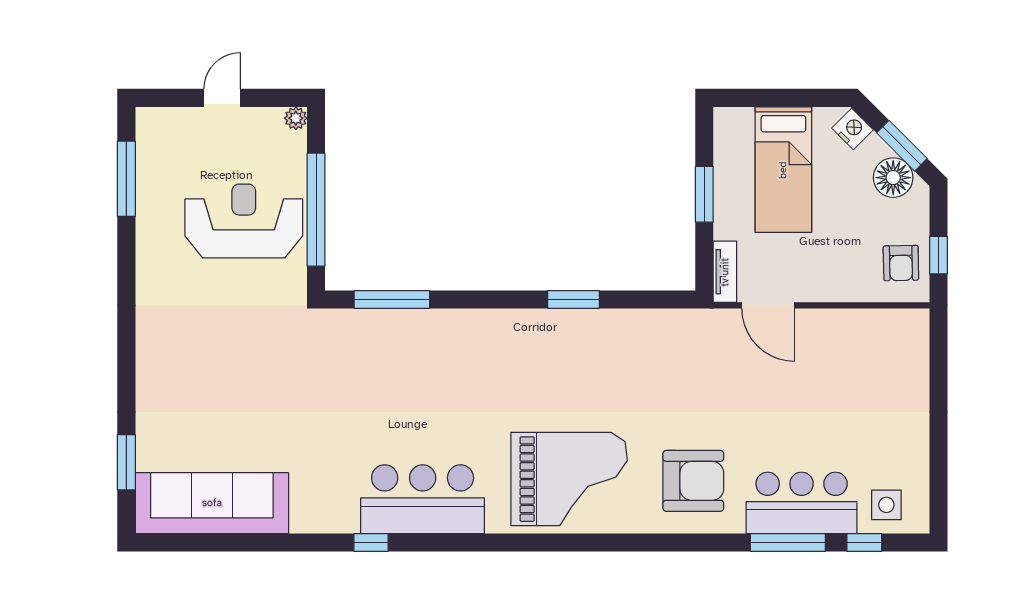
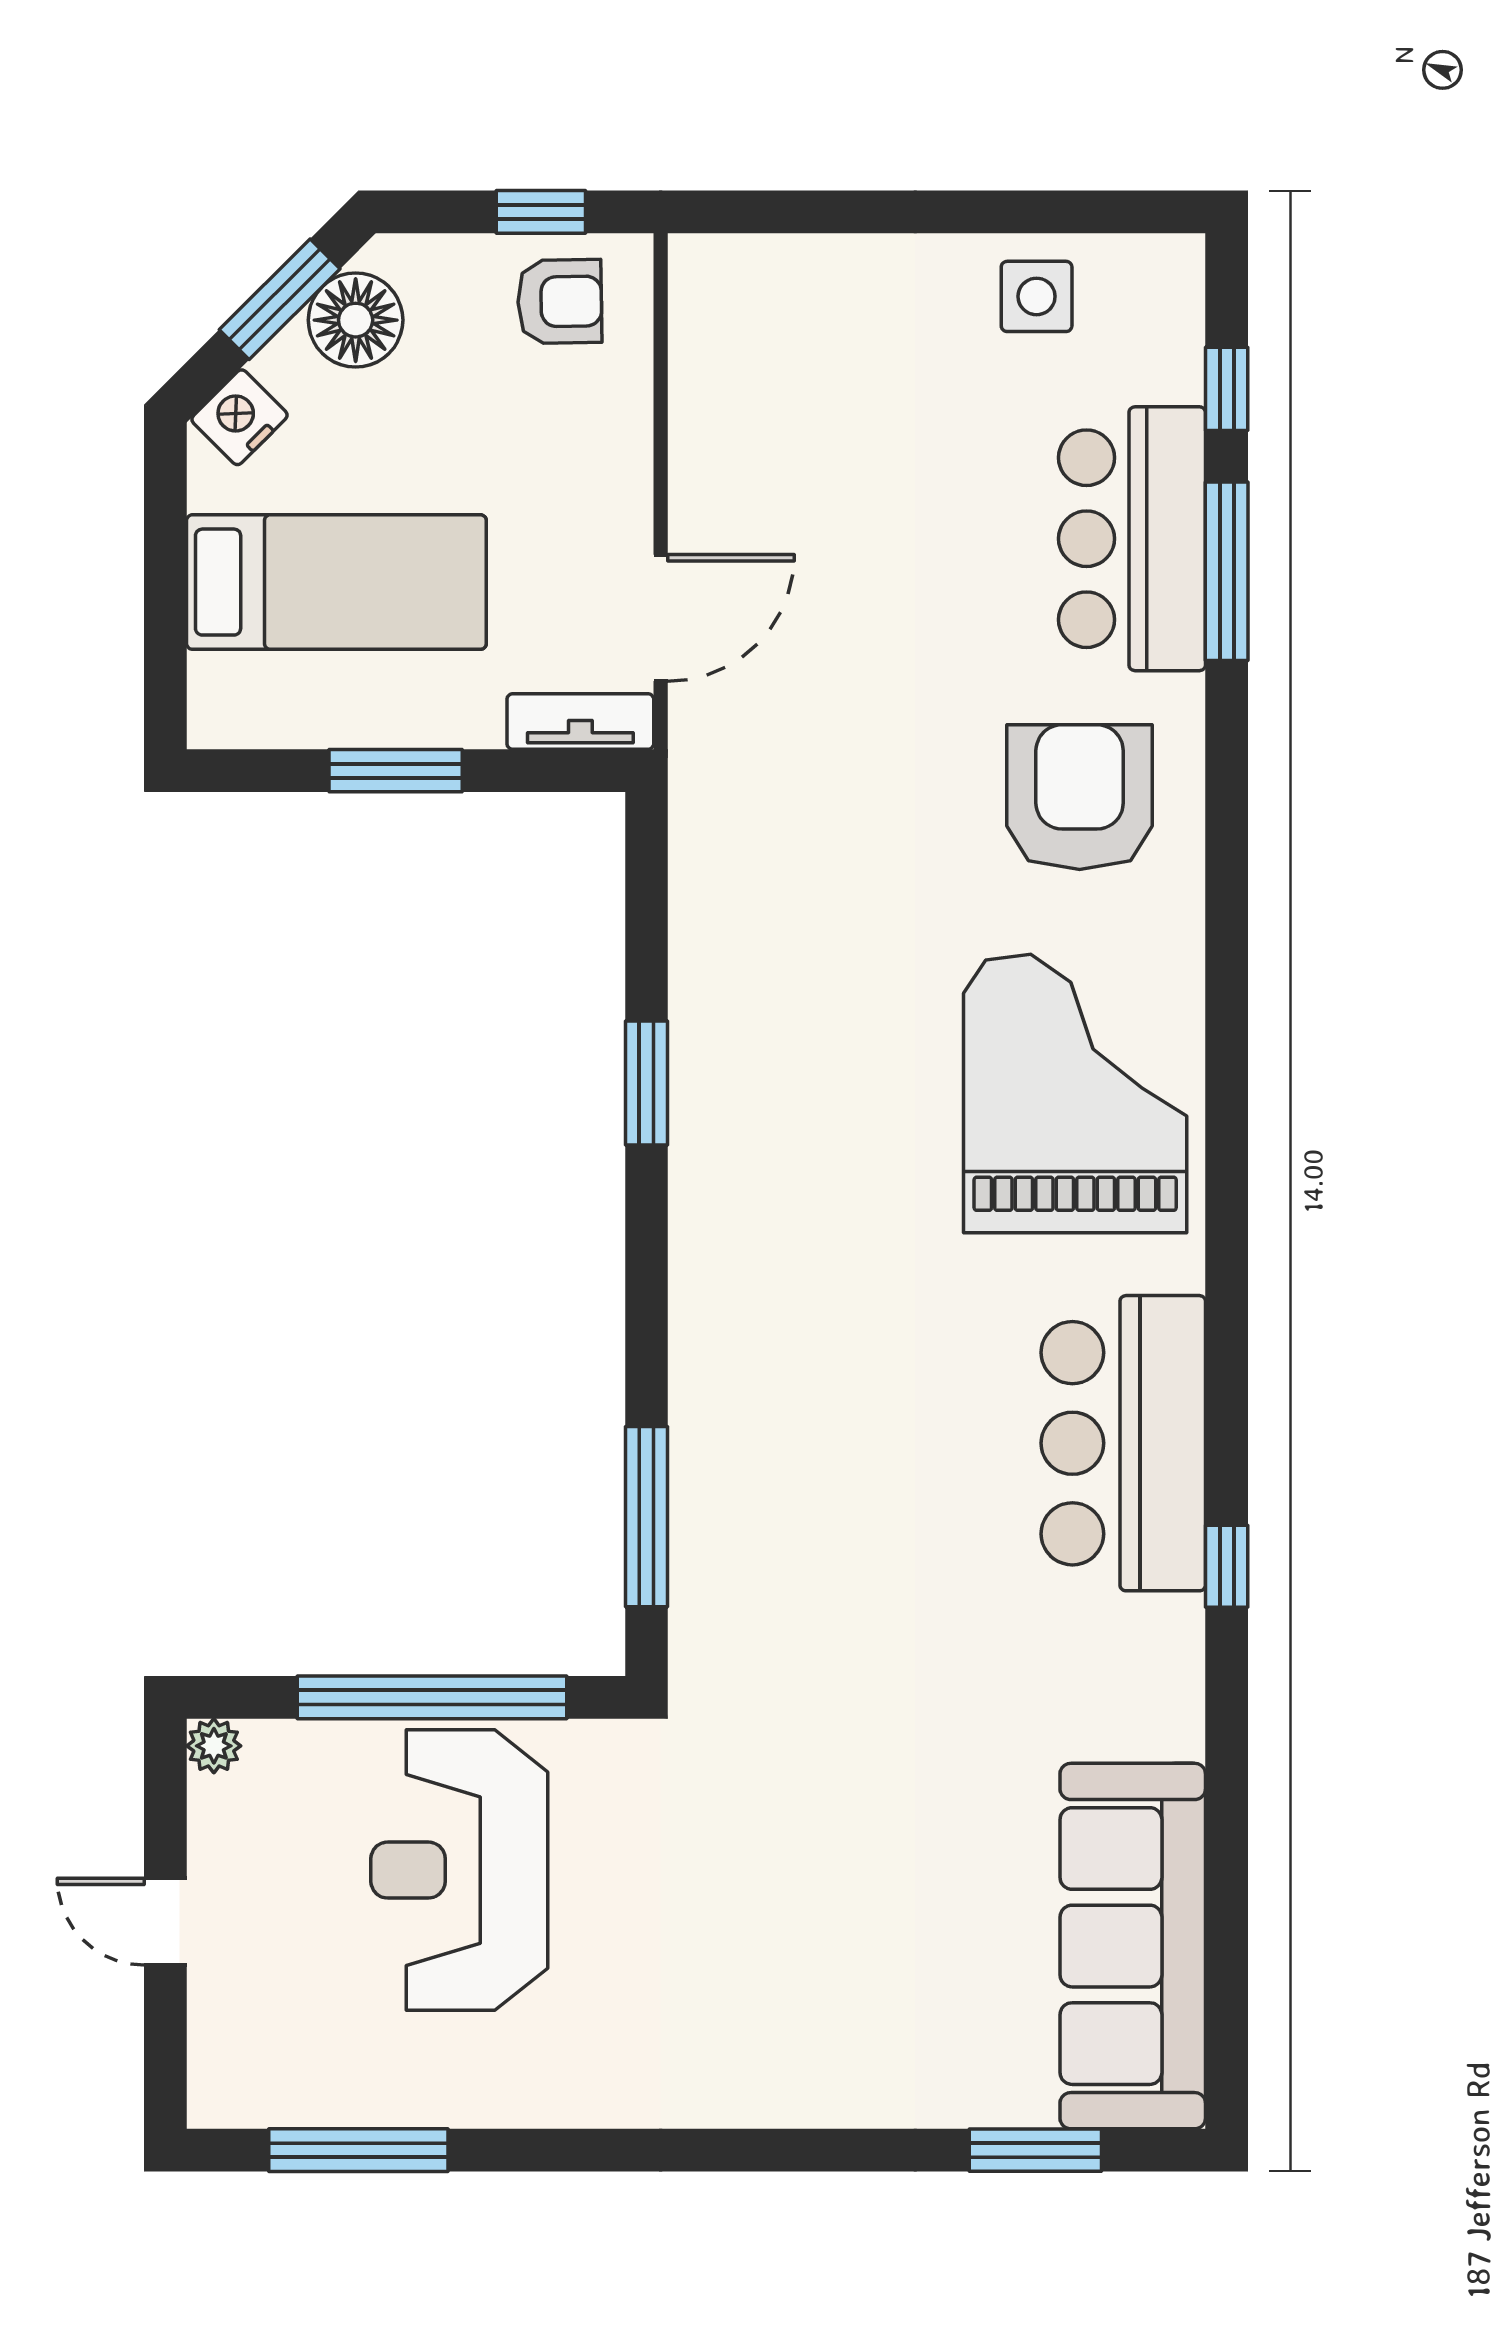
side table: (886, 505) -> (1037, 296), moved

